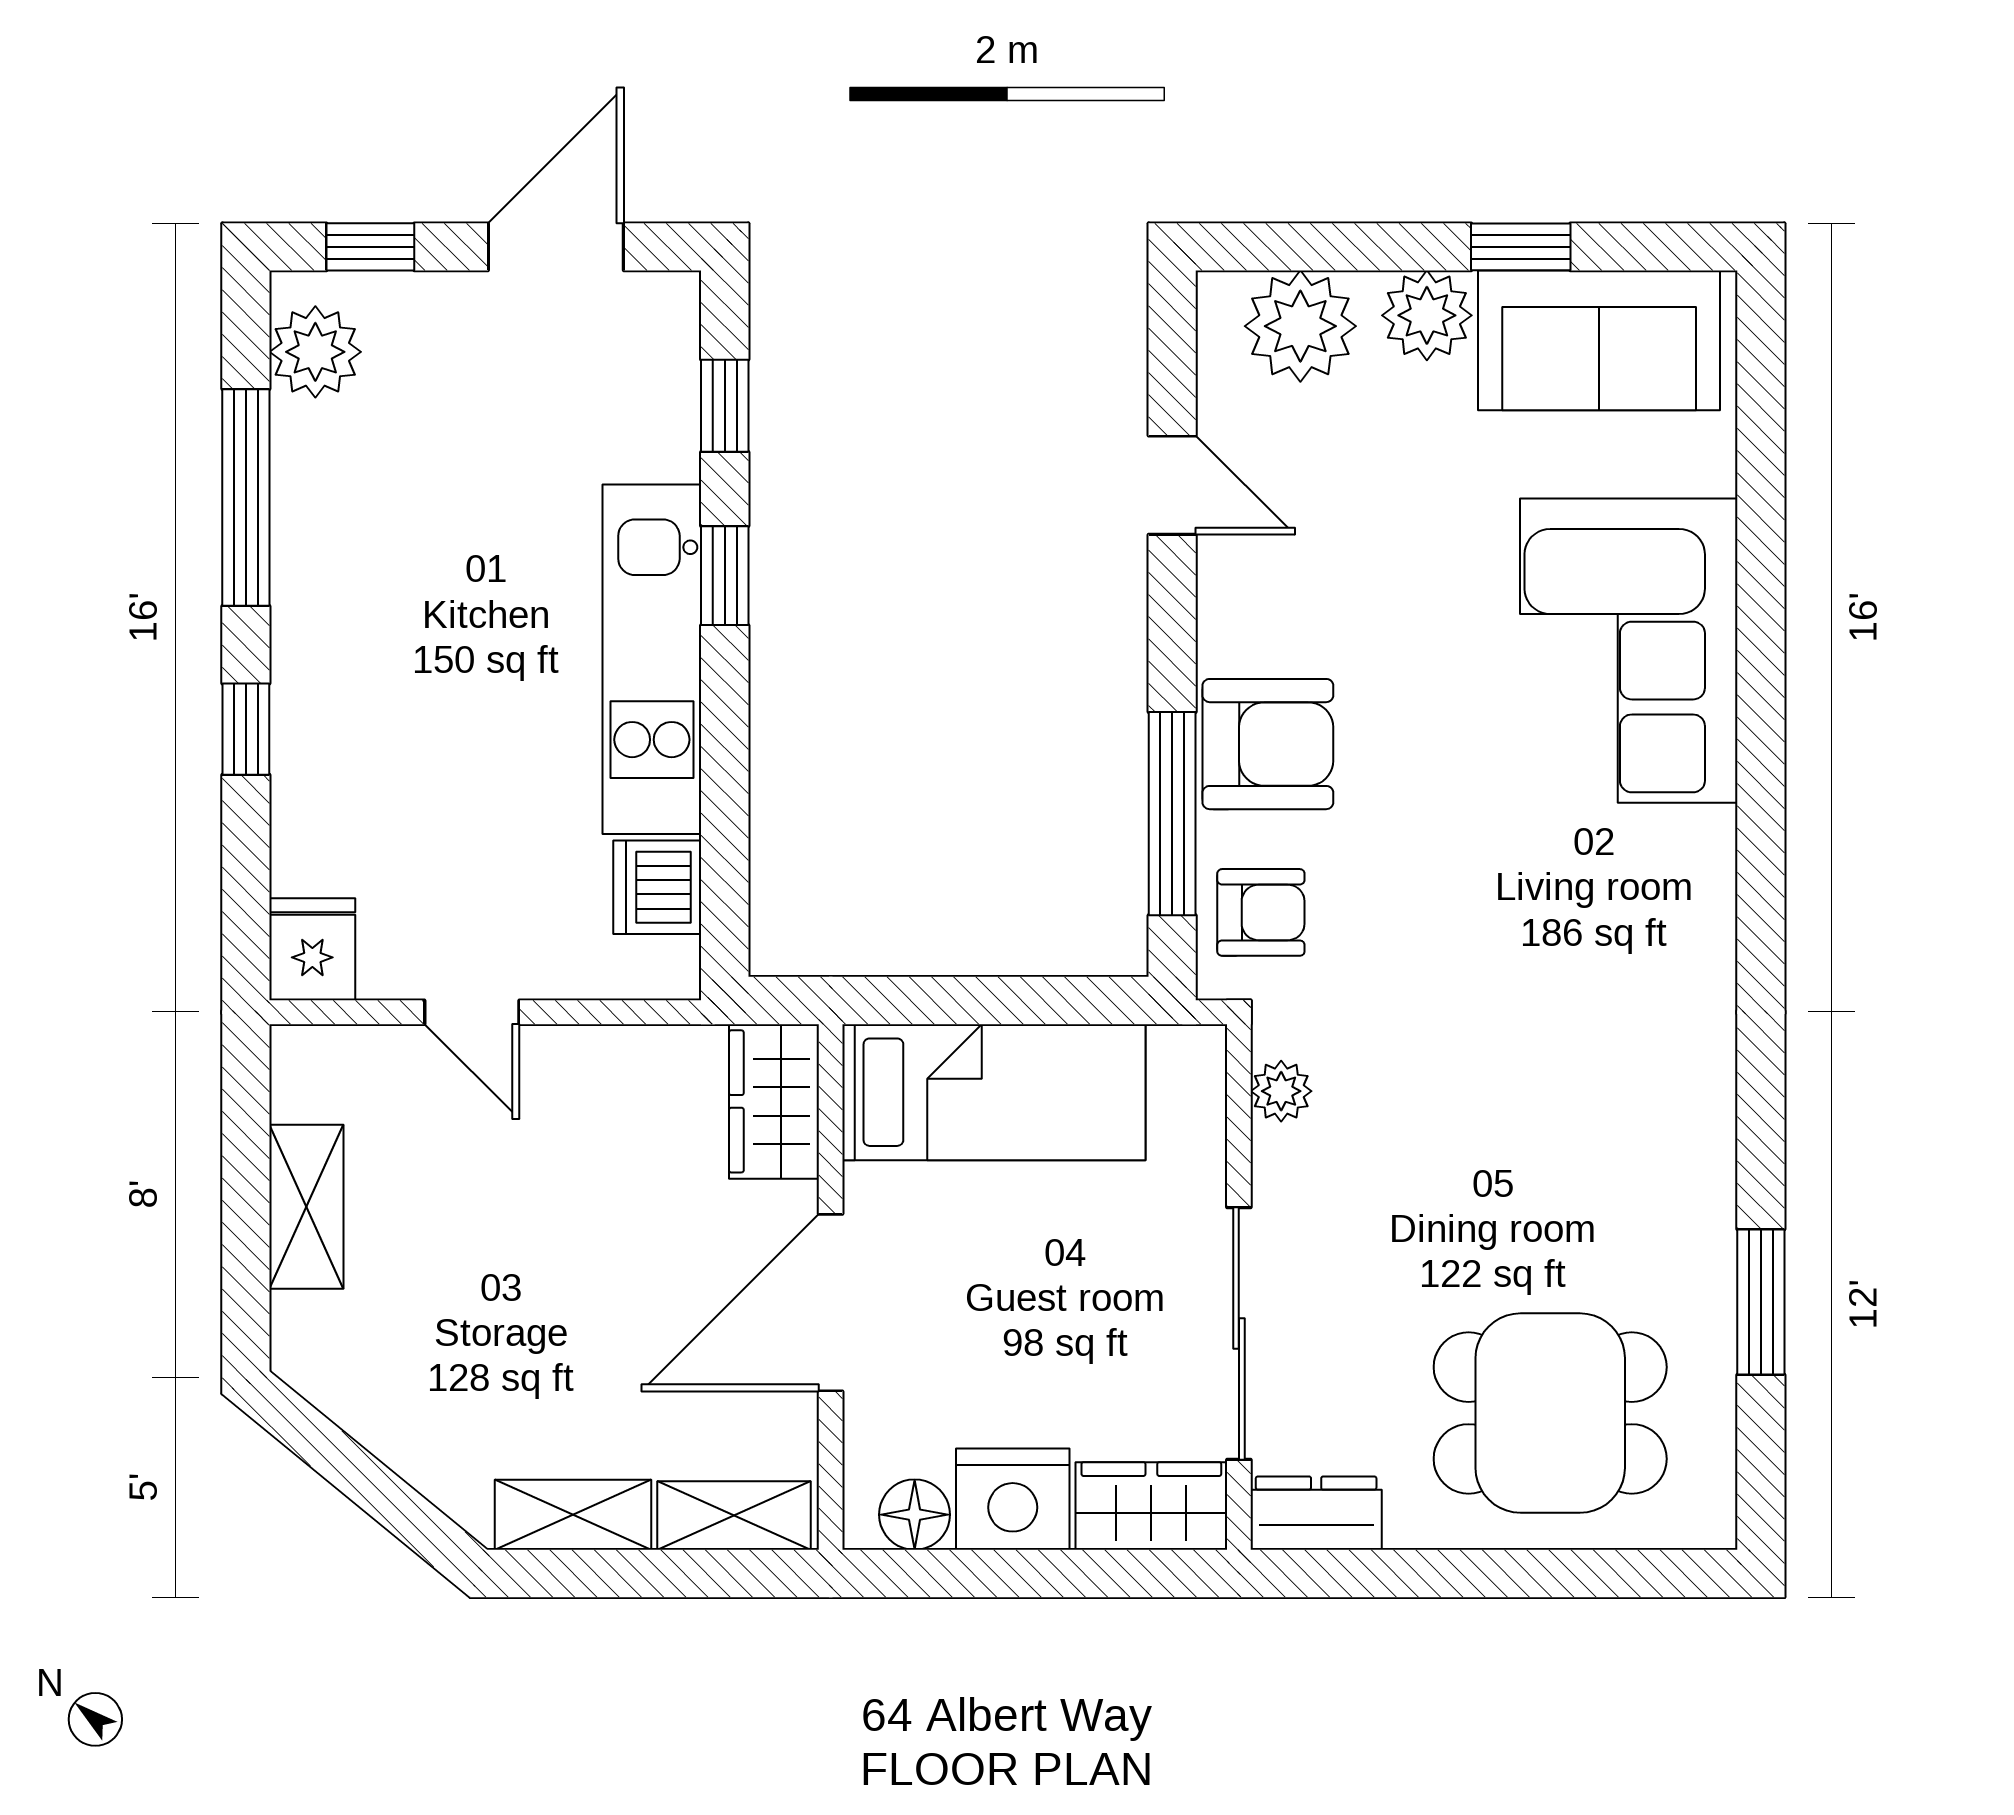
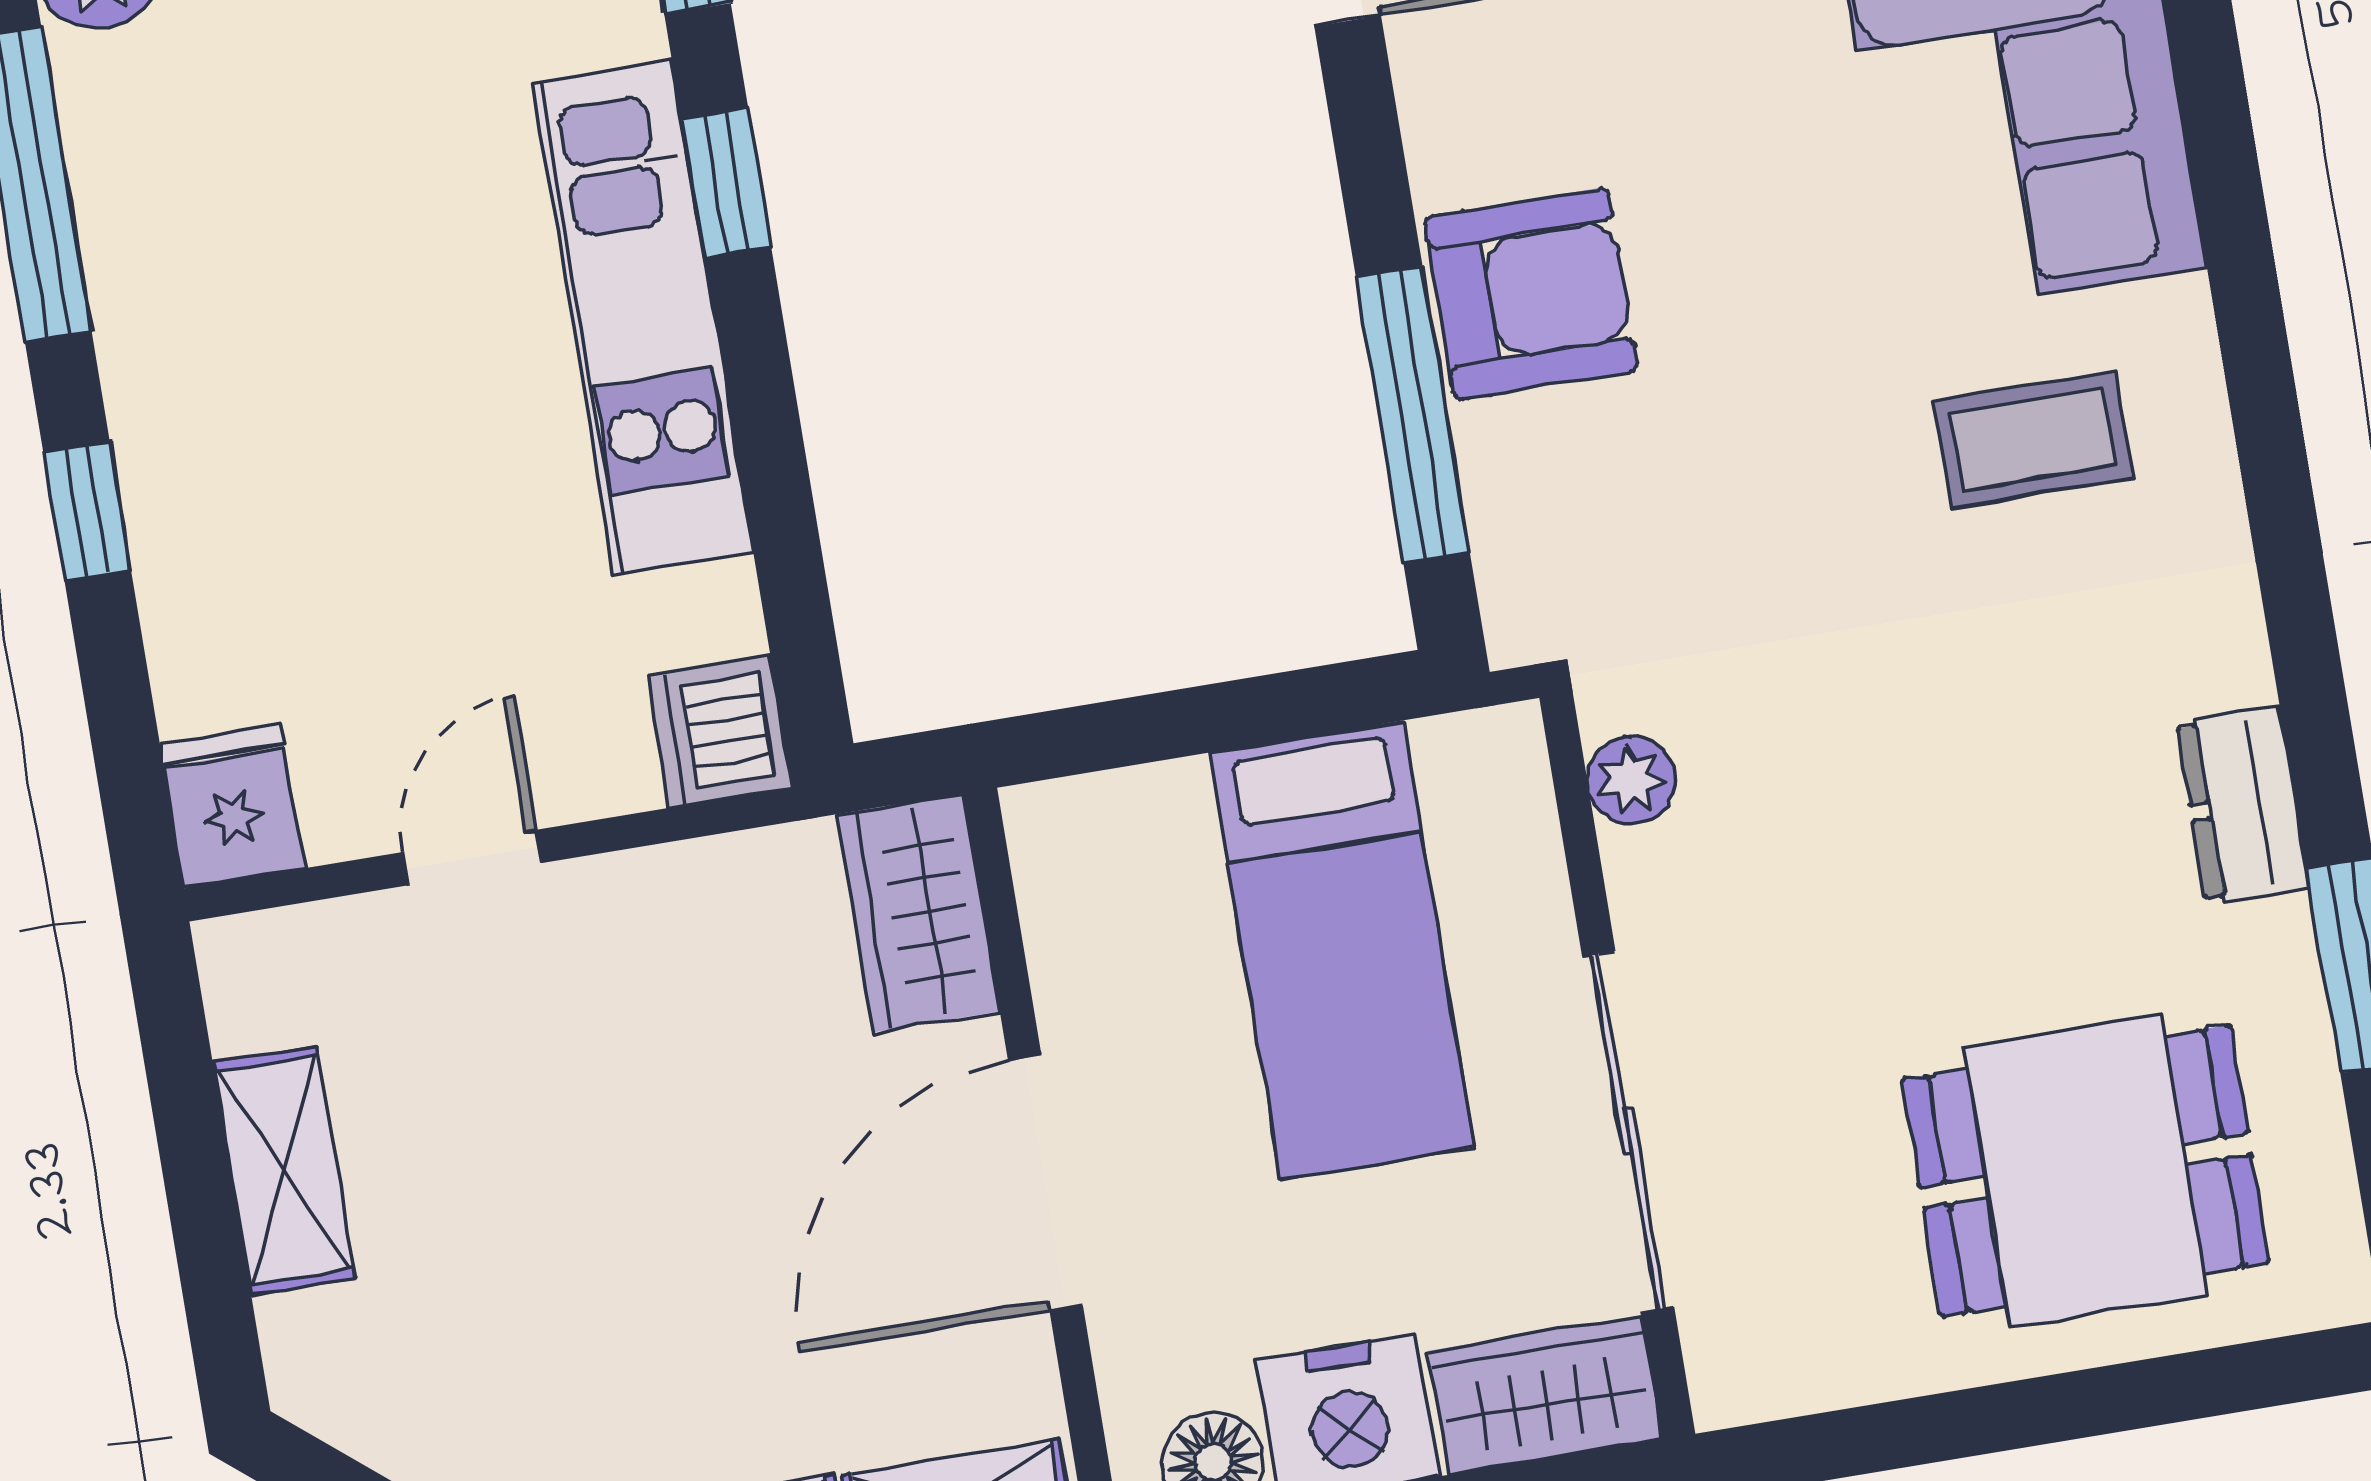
dishwasher: (657, 887) -> (720, 732), moved
coffee table: (1597, 902) -> (2033, 439), added
armchair: (1261, 912) -> (1561, 533), removed
door: (472, 1012) -> (472, 858), swing flipped
bed: (994, 1092) -> (1342, 950), moved, turned 90
dresser: (1316, 1513) -> (2243, 805), moved, turned -90

